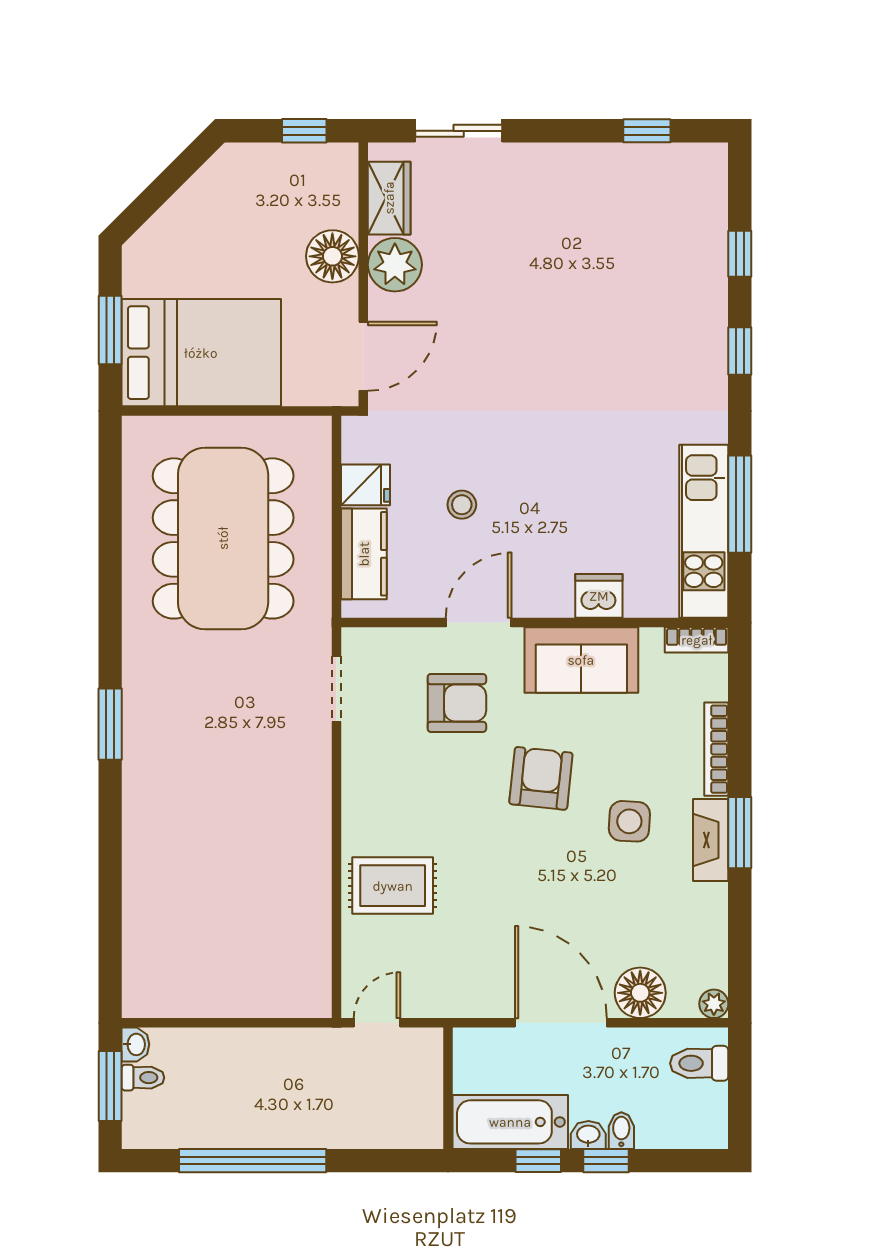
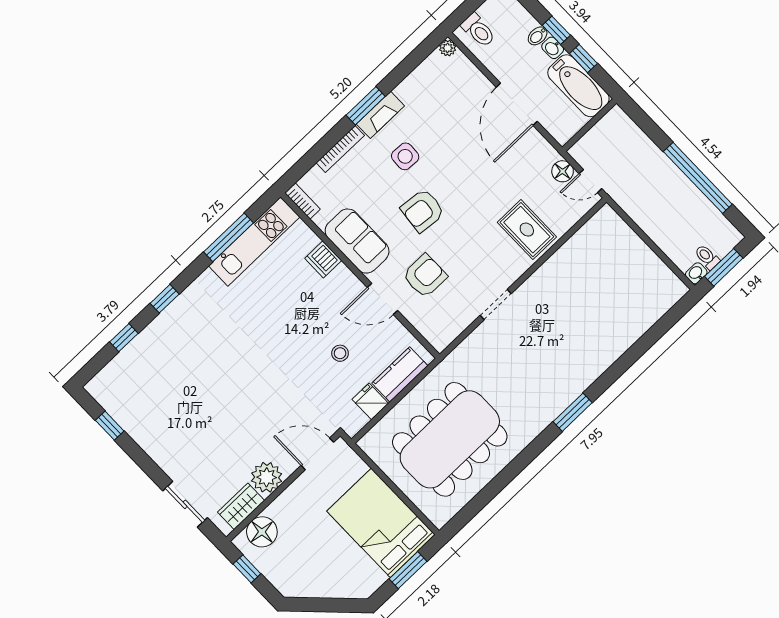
floor lamp: (332, 256) -> (262, 532), moved
doorway: (336, 689) -> (496, 304), moved
armchair: (457, 703) -> (425, 276), turned 90
floor lamp: (640, 993) -> (563, 171), moved, width x0.73, depth x0.73

